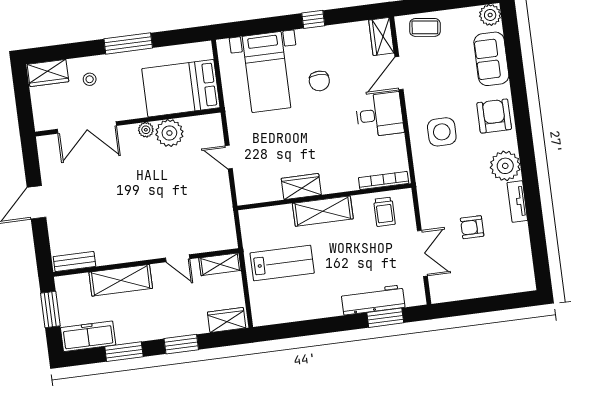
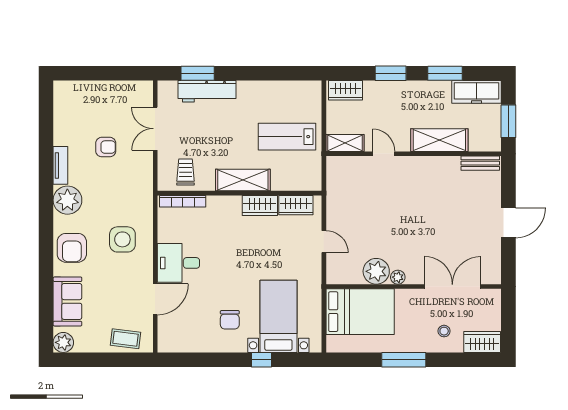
window: (313, 19) -> (262, 360), moved
wardrobe: (381, 36) -> (296, 205), moved, turned 90
chair: (319, 81) -> (230, 320), moved, turned 180

